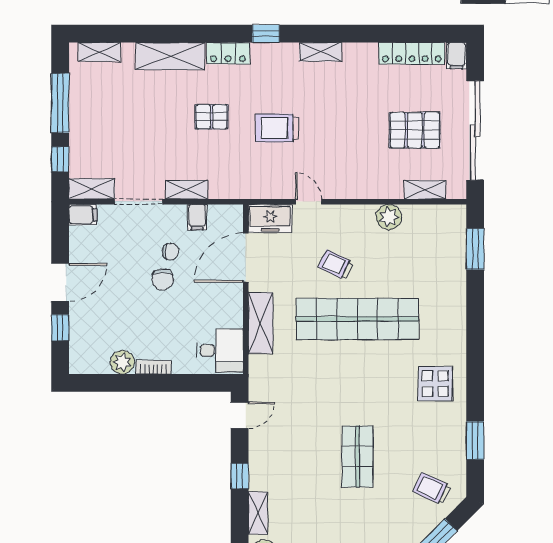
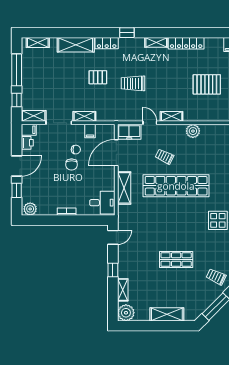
locker: (412, 53) -> (186, 43), moved
shelving: (425, 190) -> (172, 116), moved
printer: (80, 239) -> (27, 143), added
plant: (122, 362) -> (30, 209), moved
shop shelf: (357, 456) -> (176, 260), turned 90

